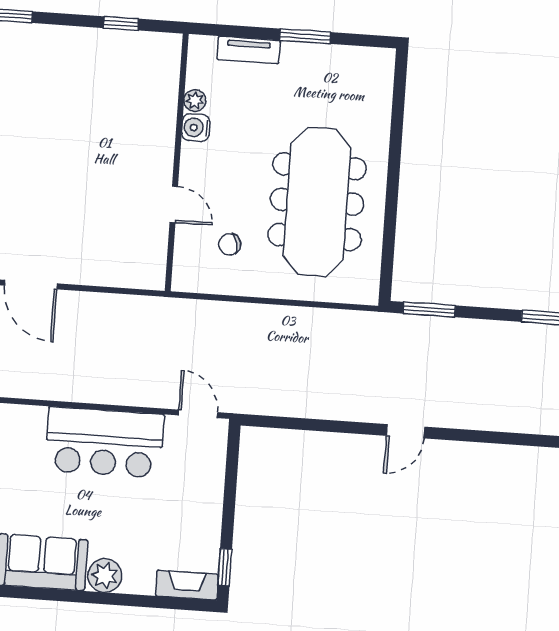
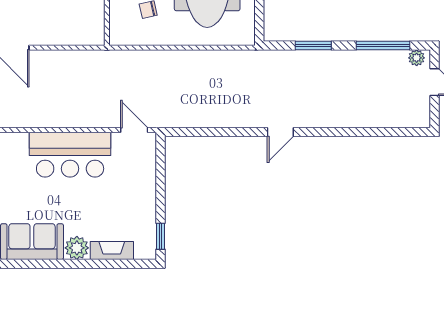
window: (429, 309) -> (313, 46), moved
fireplace: (187, 585) -> (112, 251), moved

